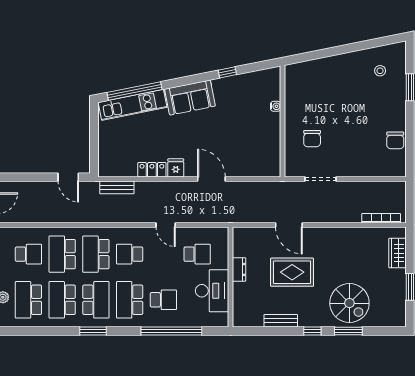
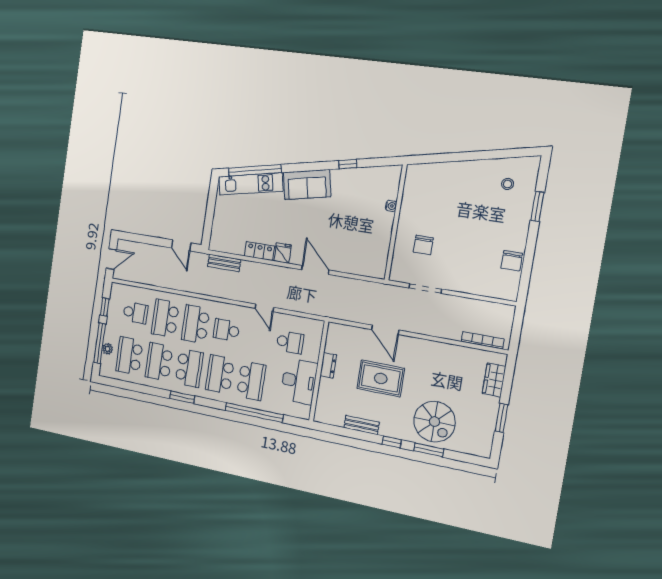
school desk: (163, 300) -> (251, 381), width x1.85

